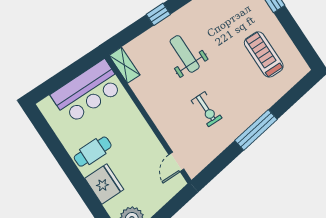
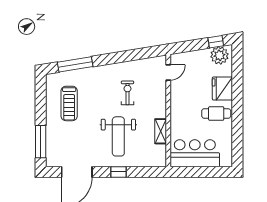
weight bench: (185, 54) -> (118, 136), width x1.36, depth x1.33
shelving: (124, 65) -> (161, 131), moved
window: (256, 130) -> (75, 64), moved

